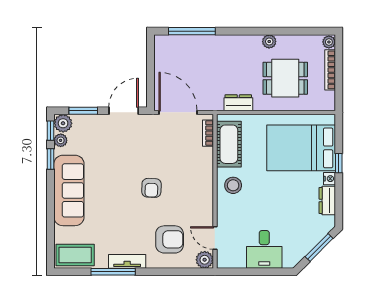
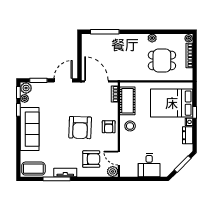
dresser: (238, 103) -> (133, 75), removed
armchair: (198, 187) -> (109, 127), added
armchair: (151, 188) -> (80, 128), width x1.88, depth x1.88

